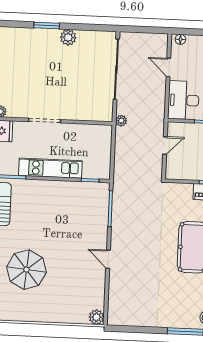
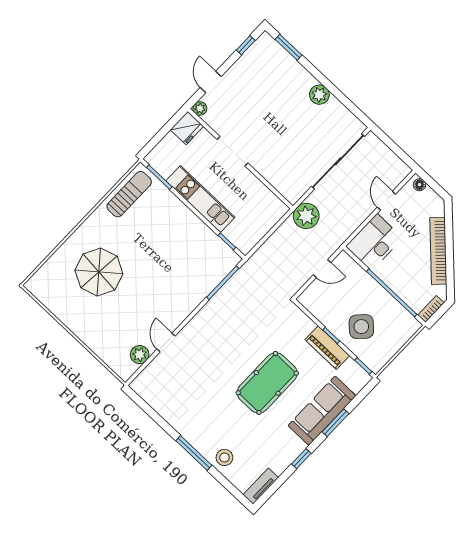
window: (47, 25) -> (289, 47), moved
plant: (121, 121) -> (306, 216), width x1.87, depth x1.87
door: (108, 259) -> (166, 343), moved
plant: (96, 317) -> (140, 355), moved

